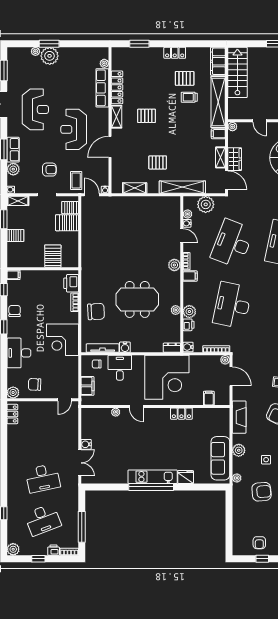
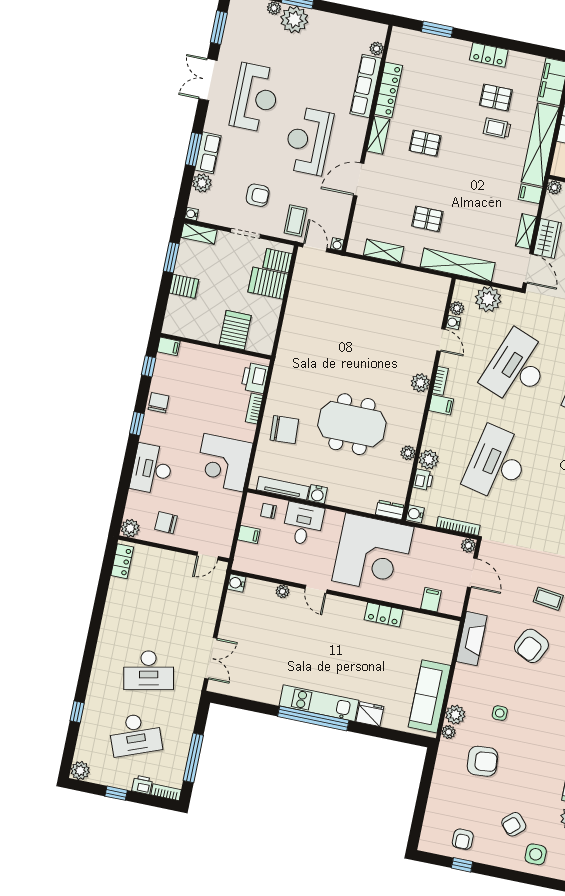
filing cabinet: (87, 386) -> (249, 535), width x0.50
water cooler: (86, 444) -> (236, 583), moved
plant: (239, 450) -> (455, 715), moved

